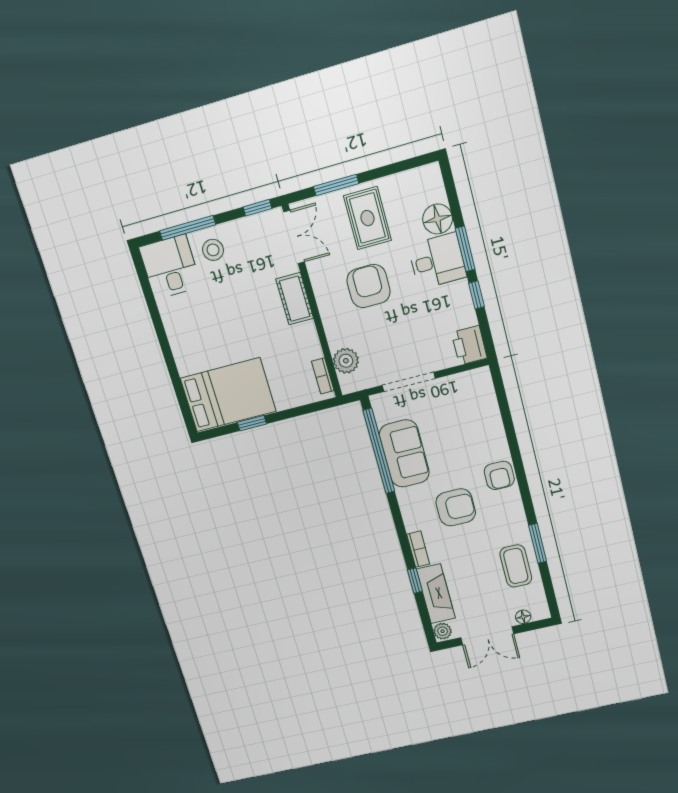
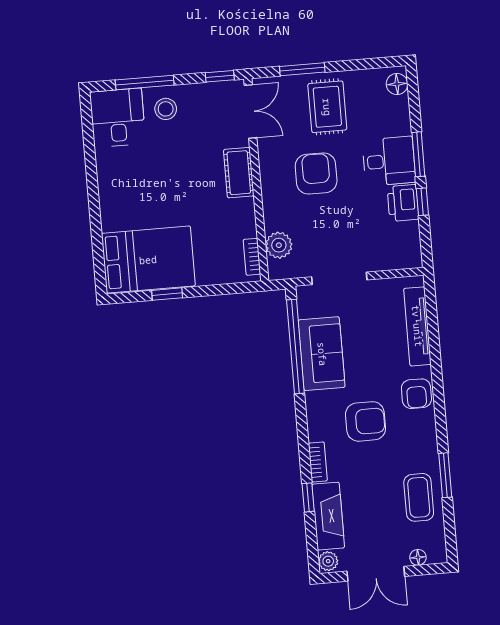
floor lamp: (438, 219) -> (397, 84), moved, width x0.73, depth x0.73
printer: (469, 345) -> (403, 203), moved
tv unit: (490, 414) -> (417, 326), added

